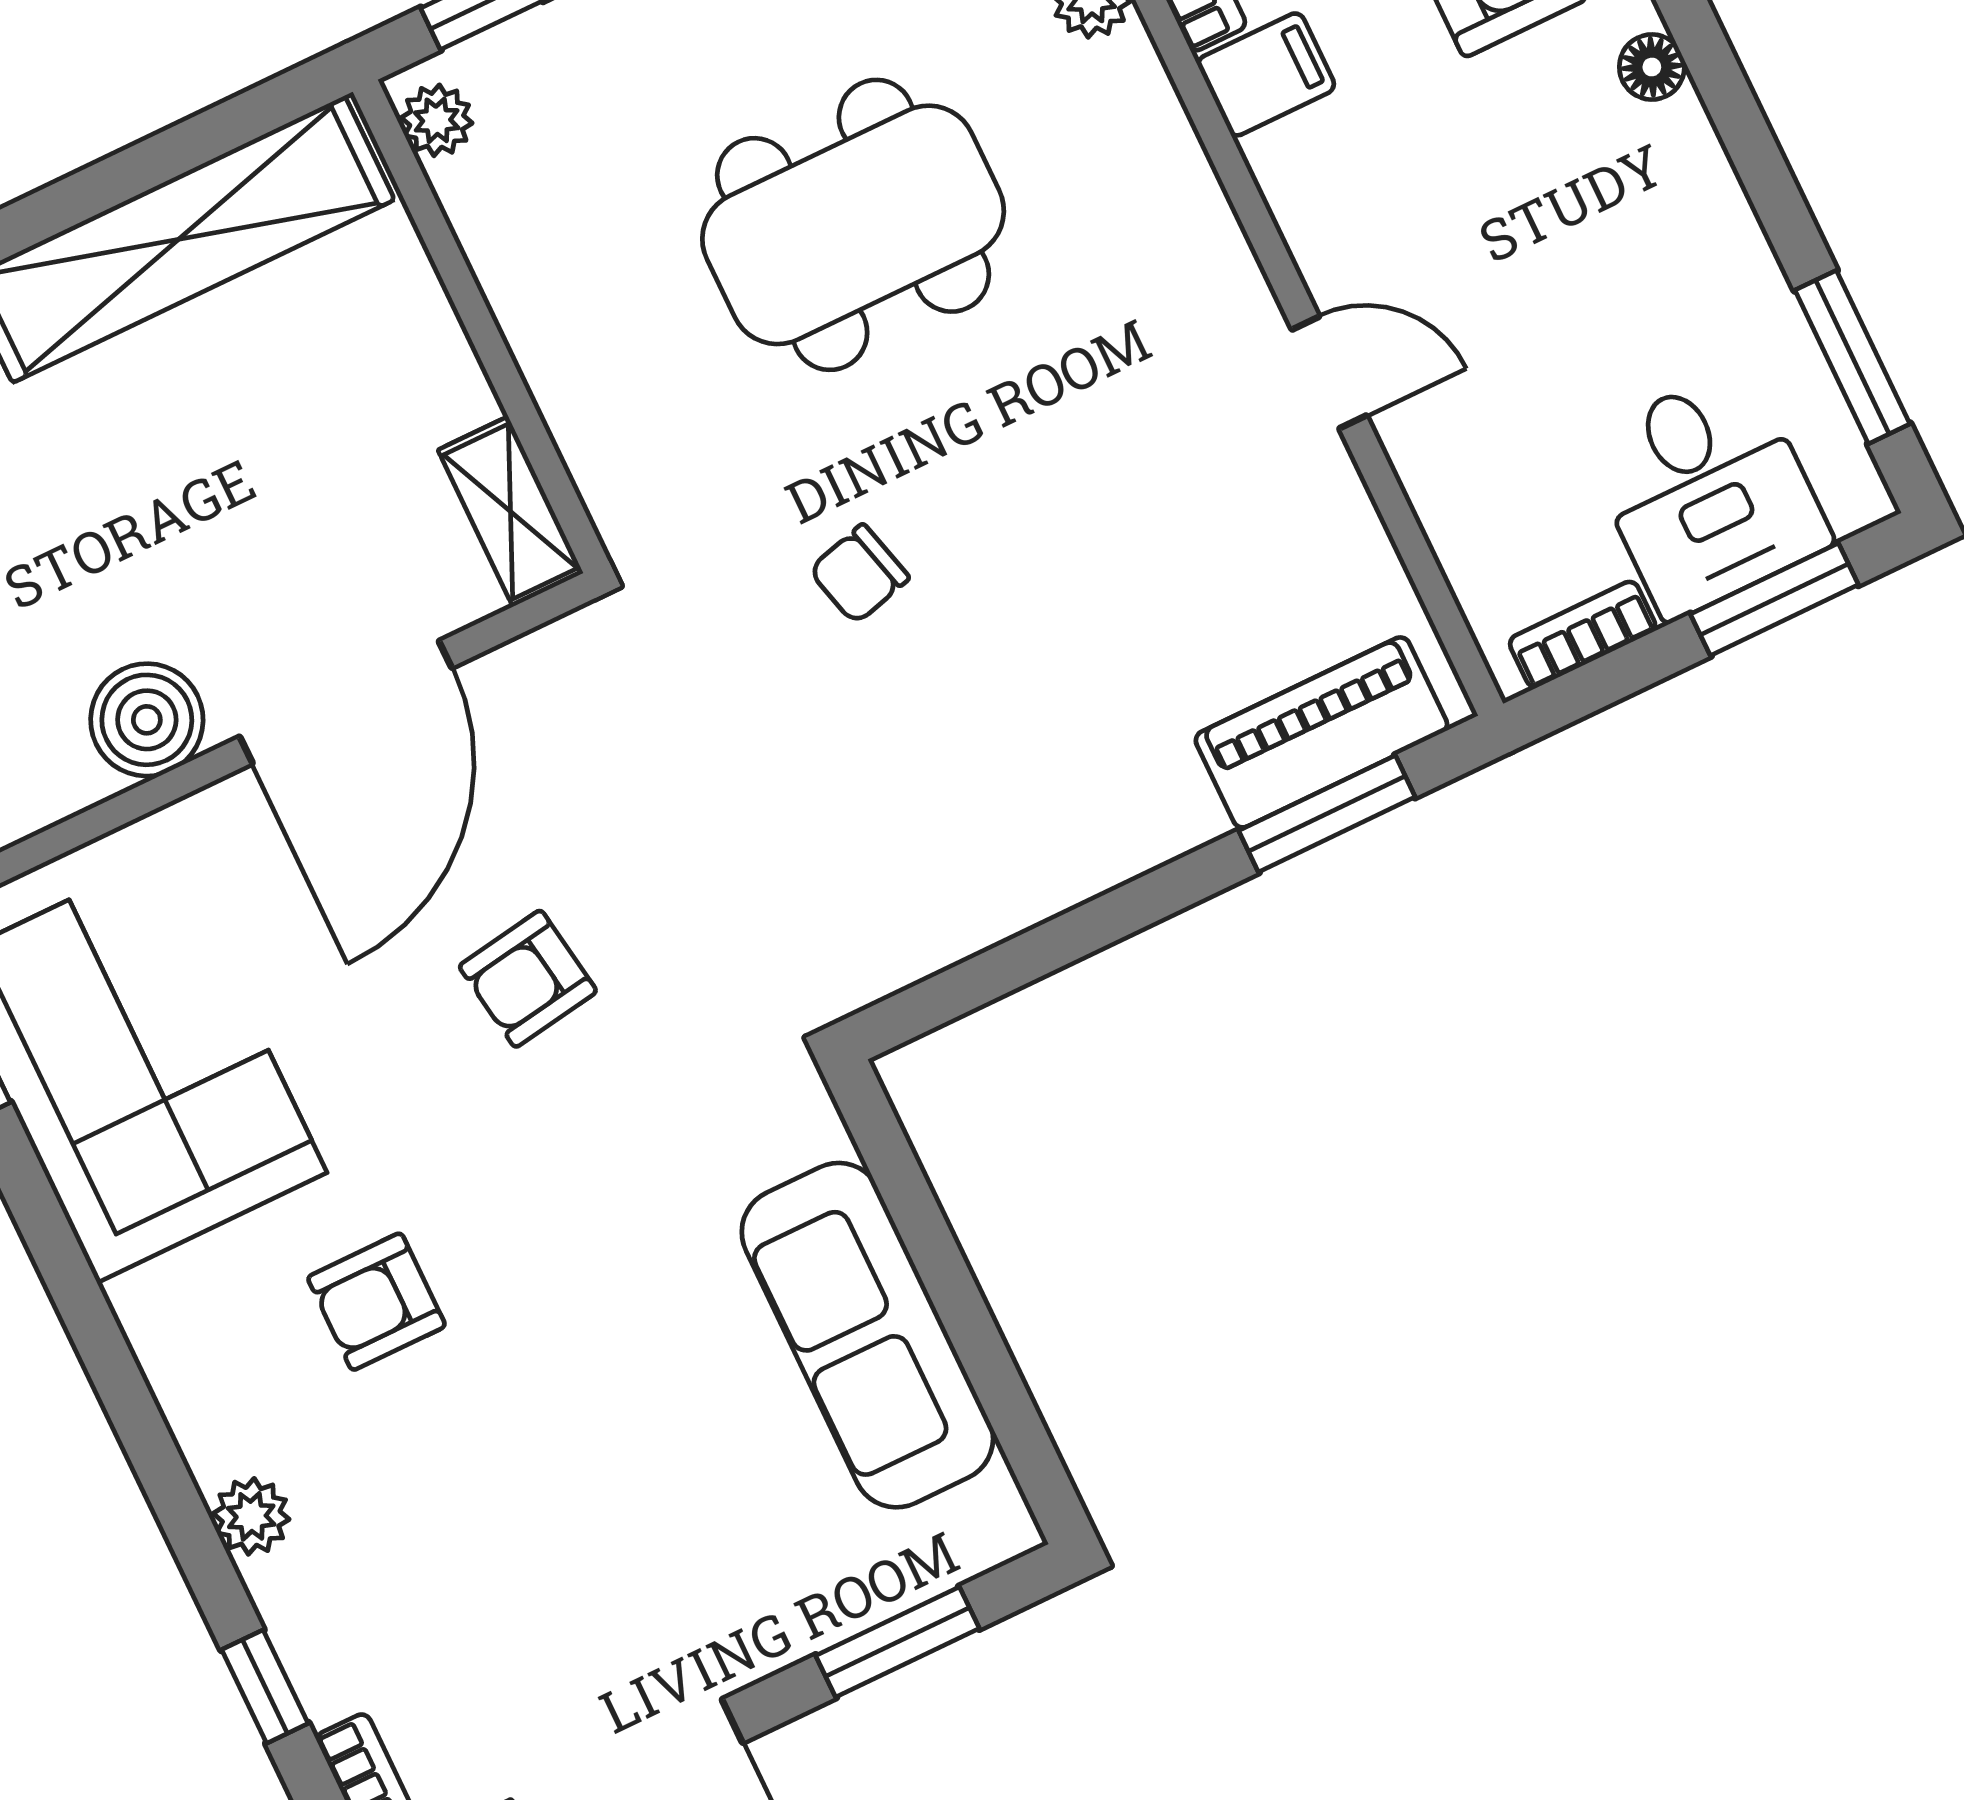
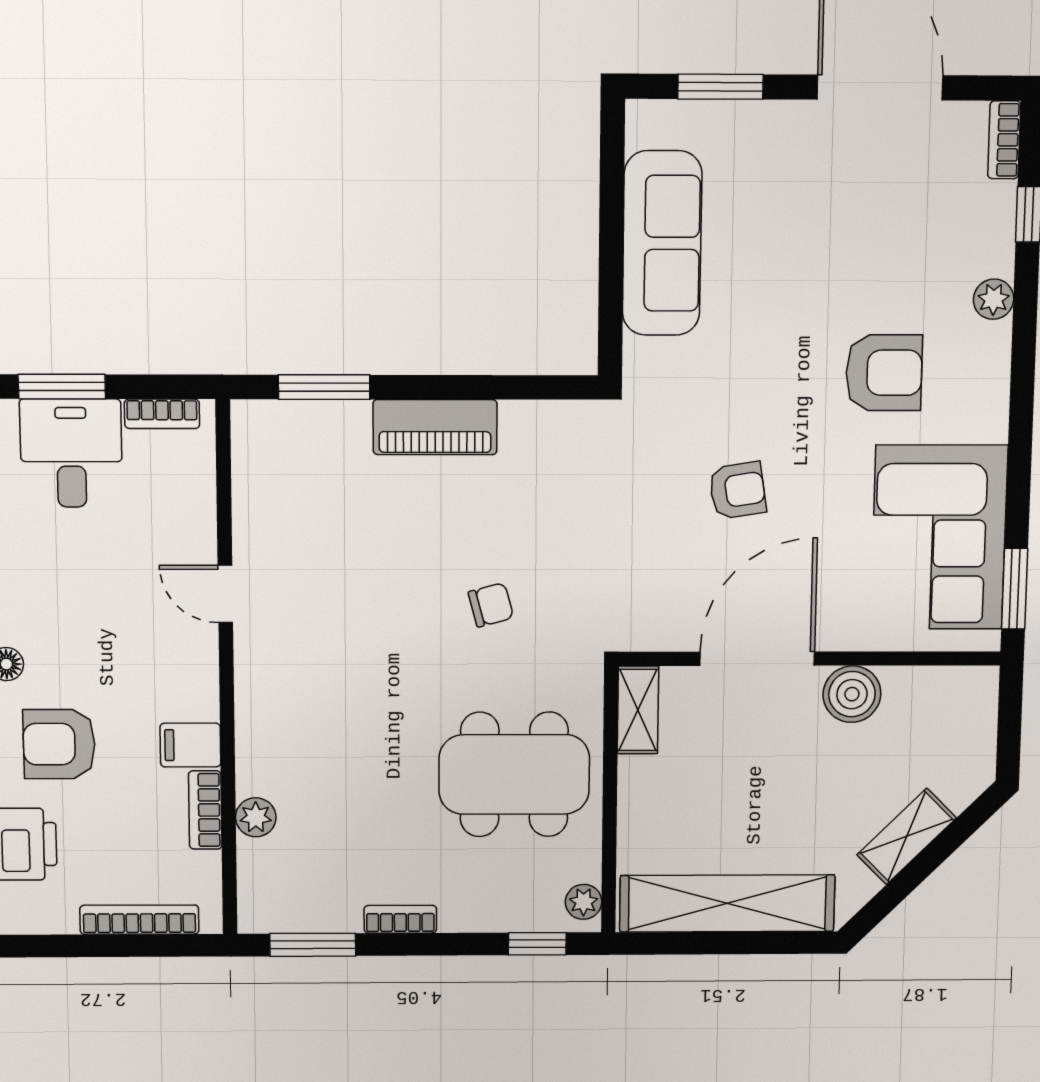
dining table: (853, 225) -> (514, 774), moved
piano: (1321, 732) -> (435, 427), moved
armchair: (376, 1302) -> (884, 373), width x1.38, depth x1.38

